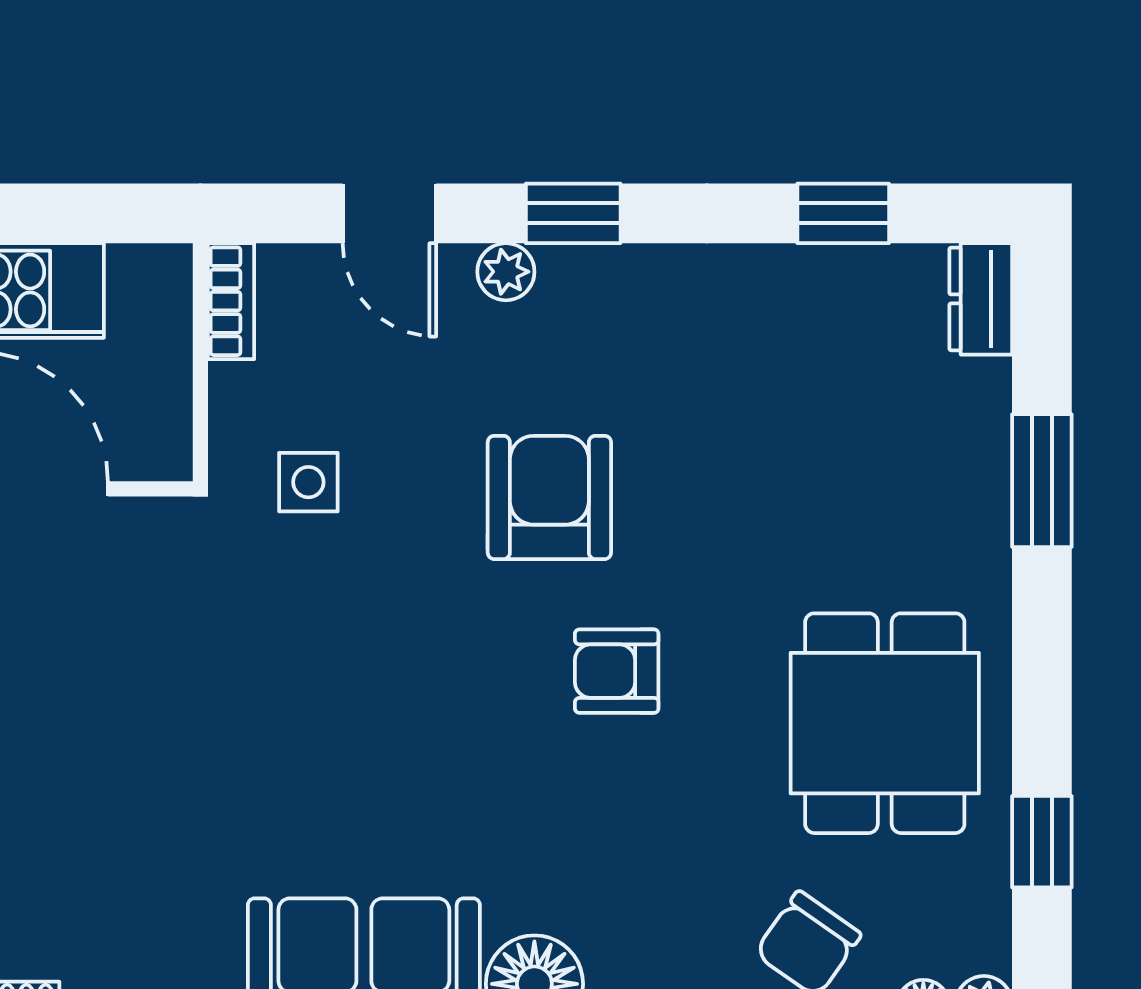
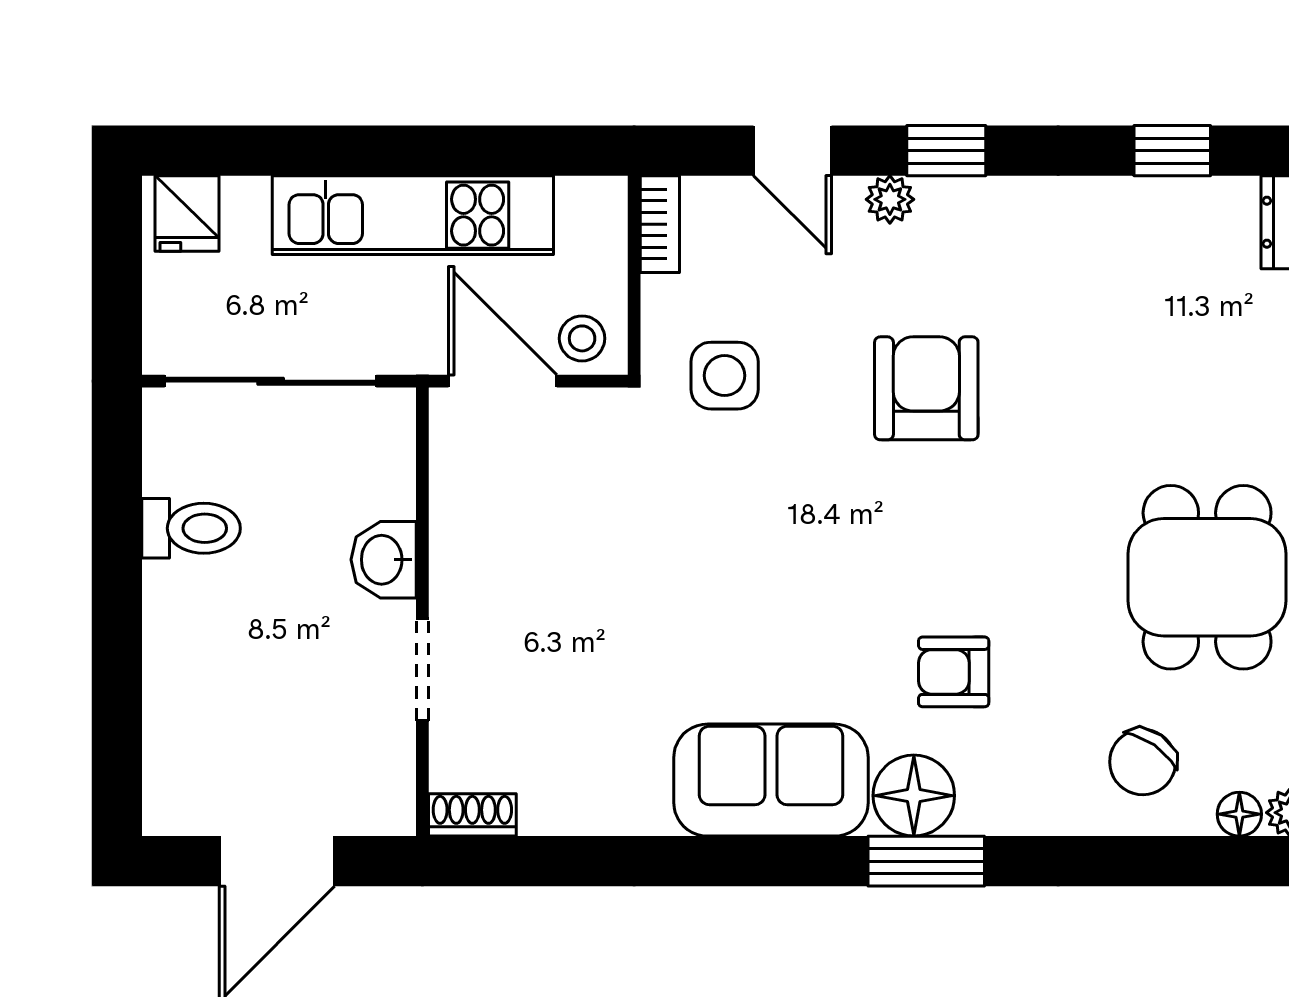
stool: (138, 438) -> (582, 338), added
side table: (308, 482) -> (725, 376), width x1.37, depth x1.37
armchair: (617, 671) -> (954, 672), moved

